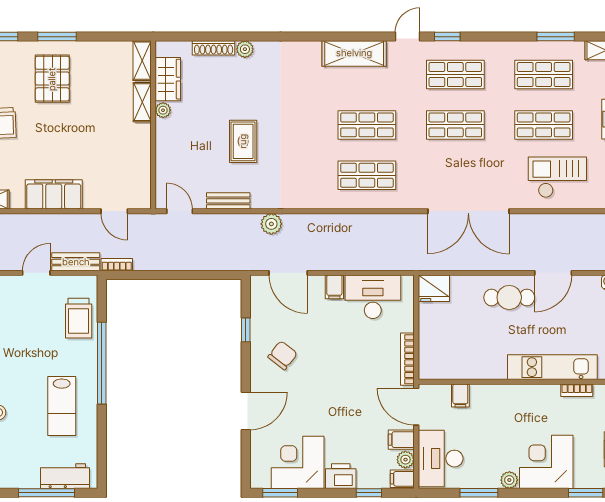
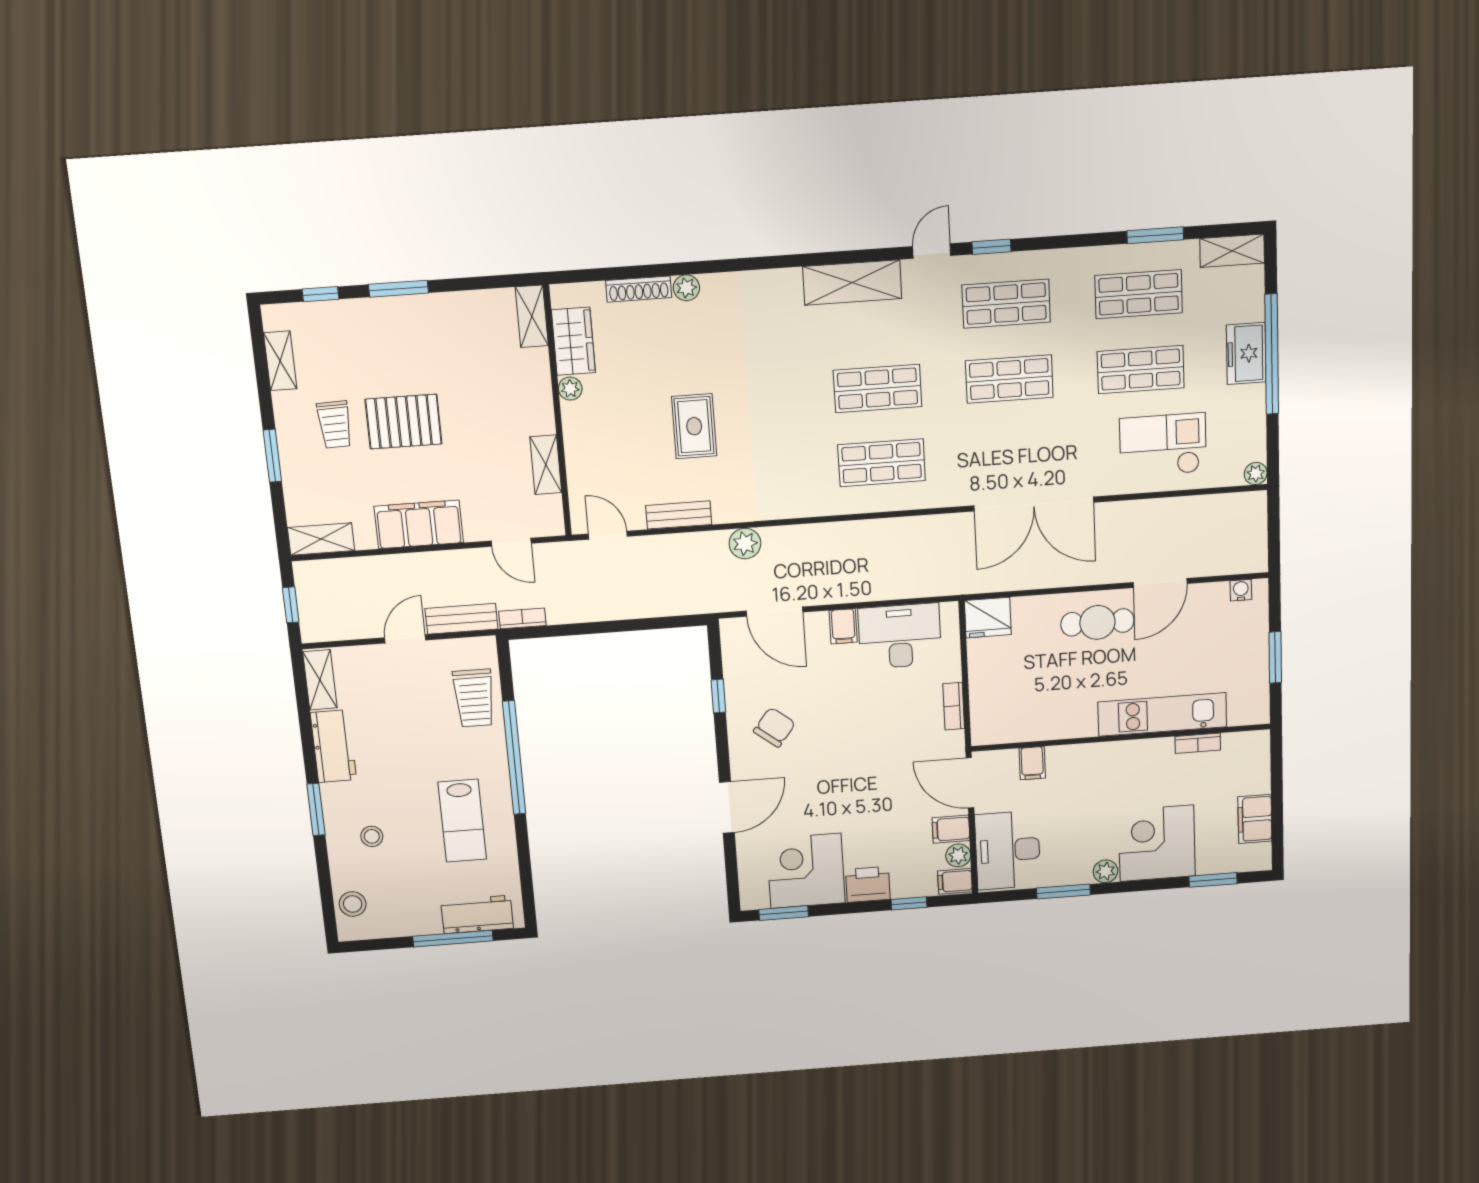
pallet: (52, 79) -> (404, 422), moved, turned 90
shelving: (142, 102) -> (546, 465), moved
bookcase: (407, 359) -> (954, 706), width x0.64

